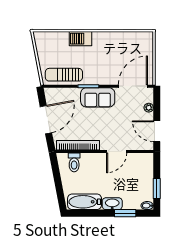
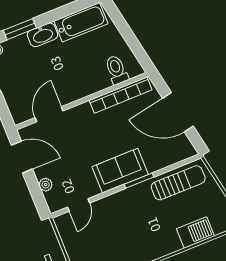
barbecue: (81, 39) -> (195, 232), moved
door: (133, 86) -> (79, 205), width x0.53
door: (46, 120) -> (178, 112), hinge flipped
door: (117, 152) -> (49, 114), moved

